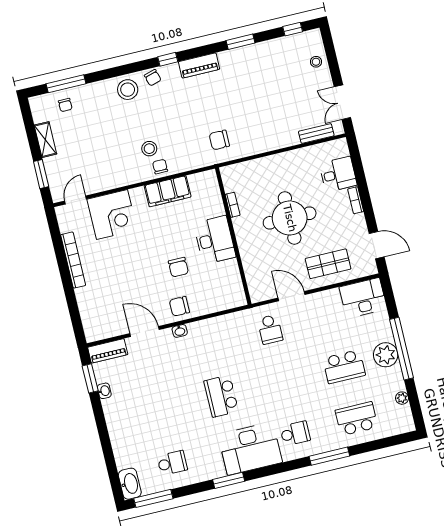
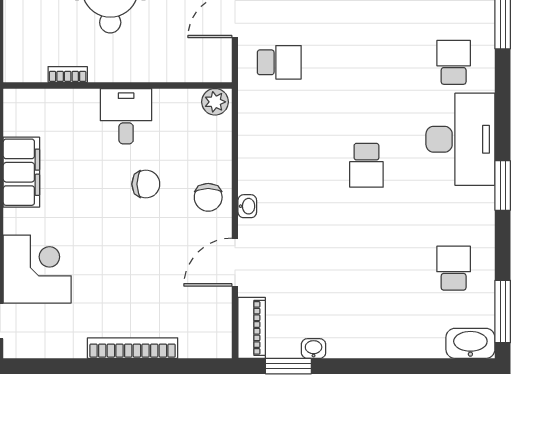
desk: (215, 240) -> (126, 116), width x0.73
bookcase: (73, 260) -> (133, 348), moved
plant: (237, 297) -> (215, 102), added
school desk: (221, 396) -> (366, 165), width x0.54

